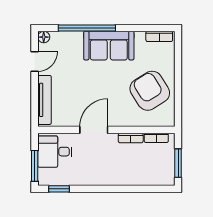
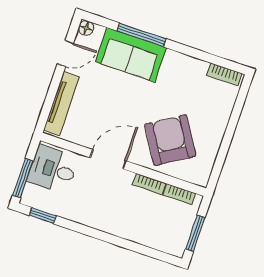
window: (87, 28) -> (141, 35), width x0.68
sofa: (109, 46) -> (131, 55), moved
armchair: (150, 91) -> (170, 140), moved

